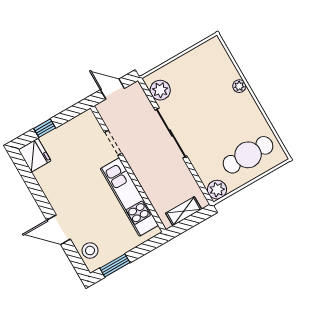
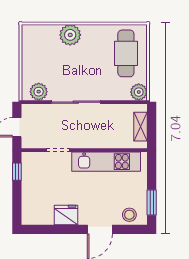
plant: (239, 86) -> (70, 35), width x1.88, depth x1.88
window: (45, 128) -> (17, 172), moved
fridge: (35, 155) -> (66, 215), moved

